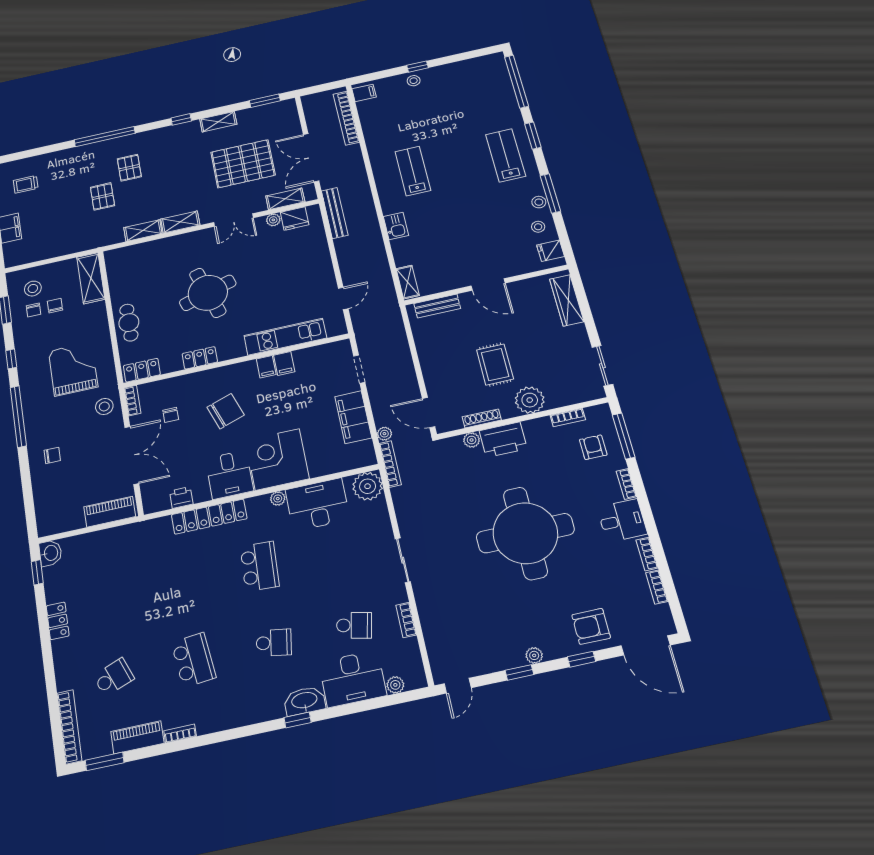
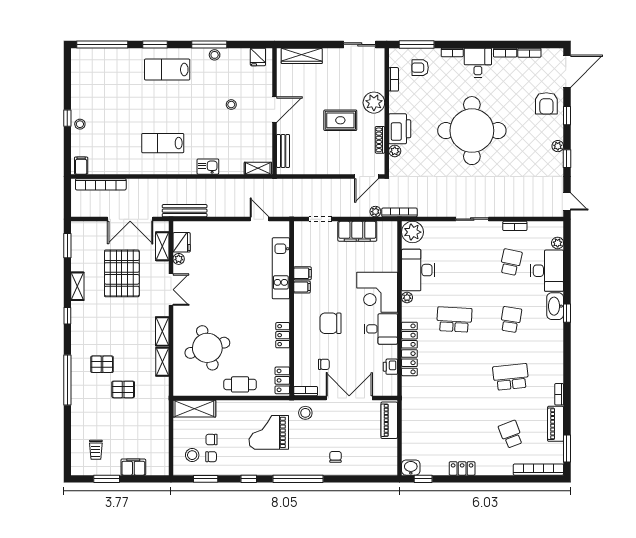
stool: (538, 227) -> (231, 105), moved
round table: (208, 293) -> (207, 348), moved
chair: (226, 411) -> (331, 323), turned -71

